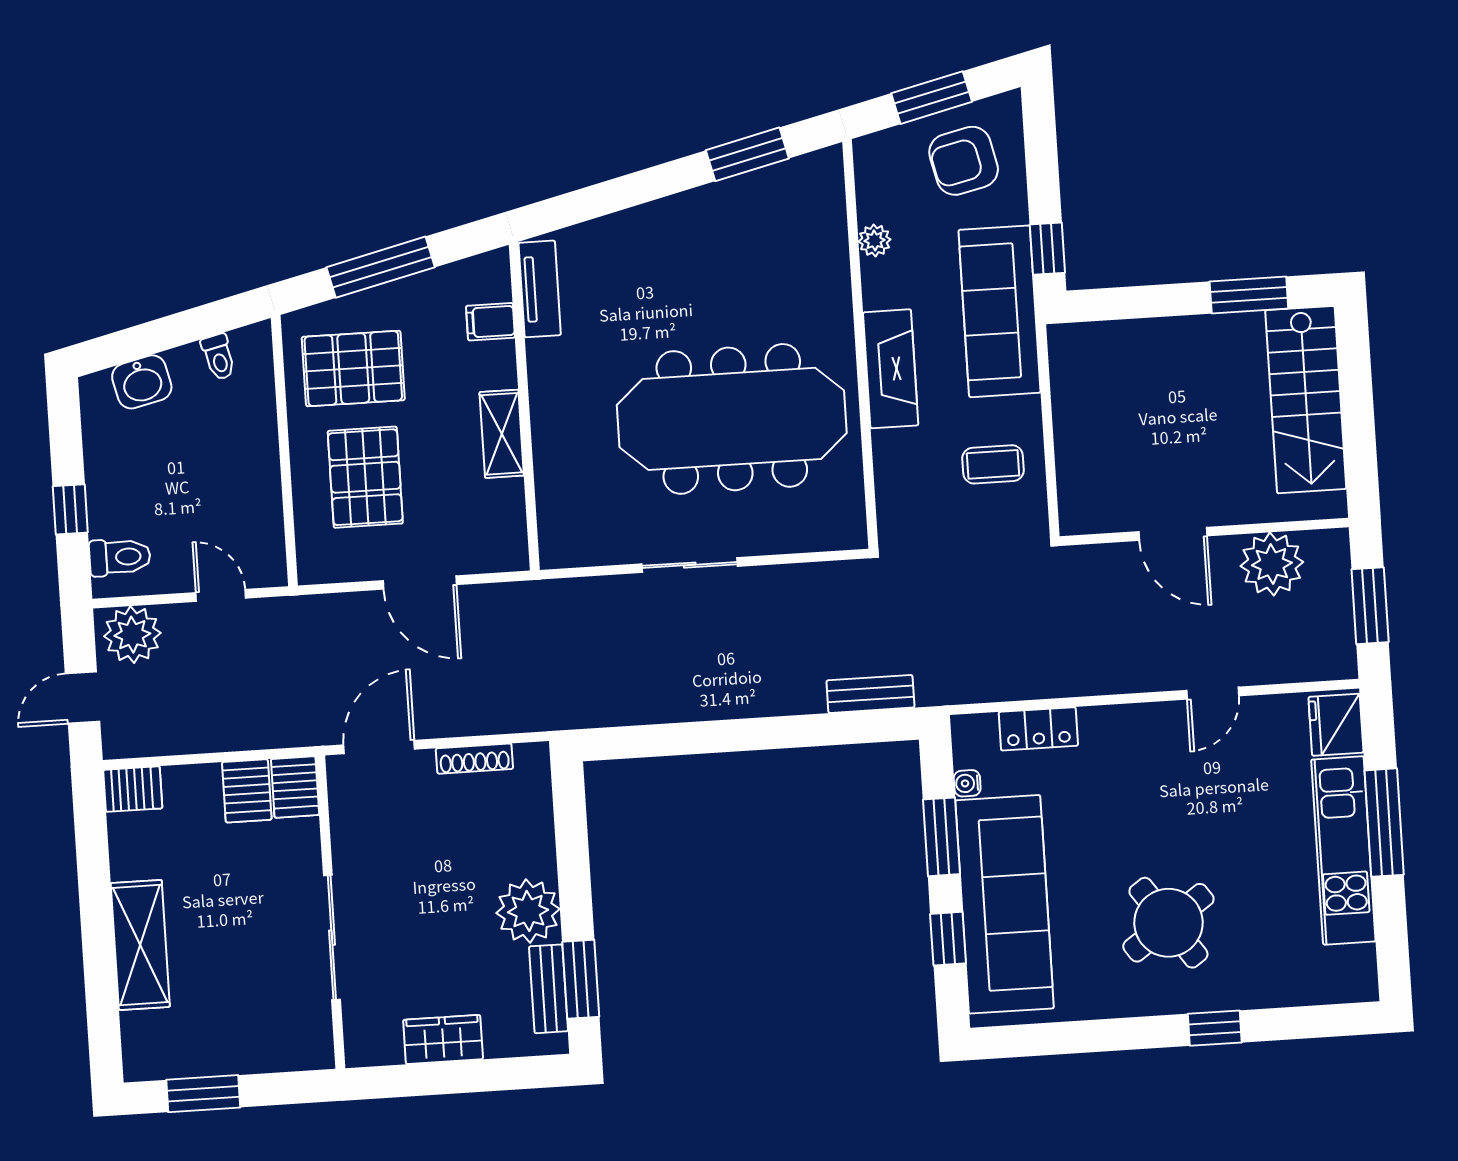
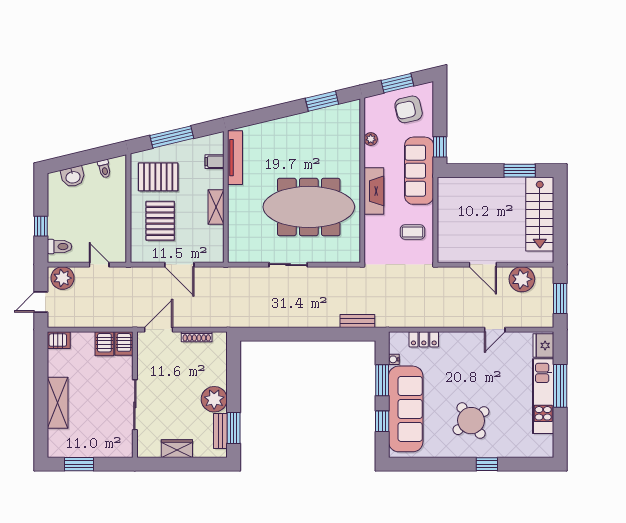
tv unit: (540, 289) -> (235, 158), width x1.41

